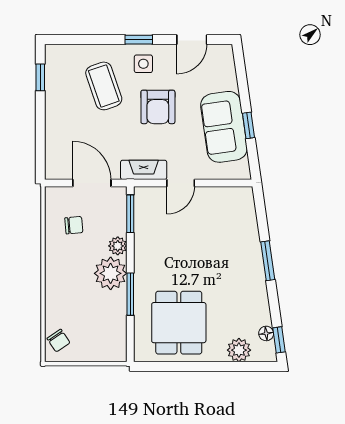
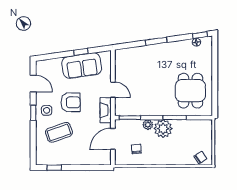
dining table: (179, 323) -> (190, 91), turned 90
plant: (239, 350) -> (206, 57), removed

